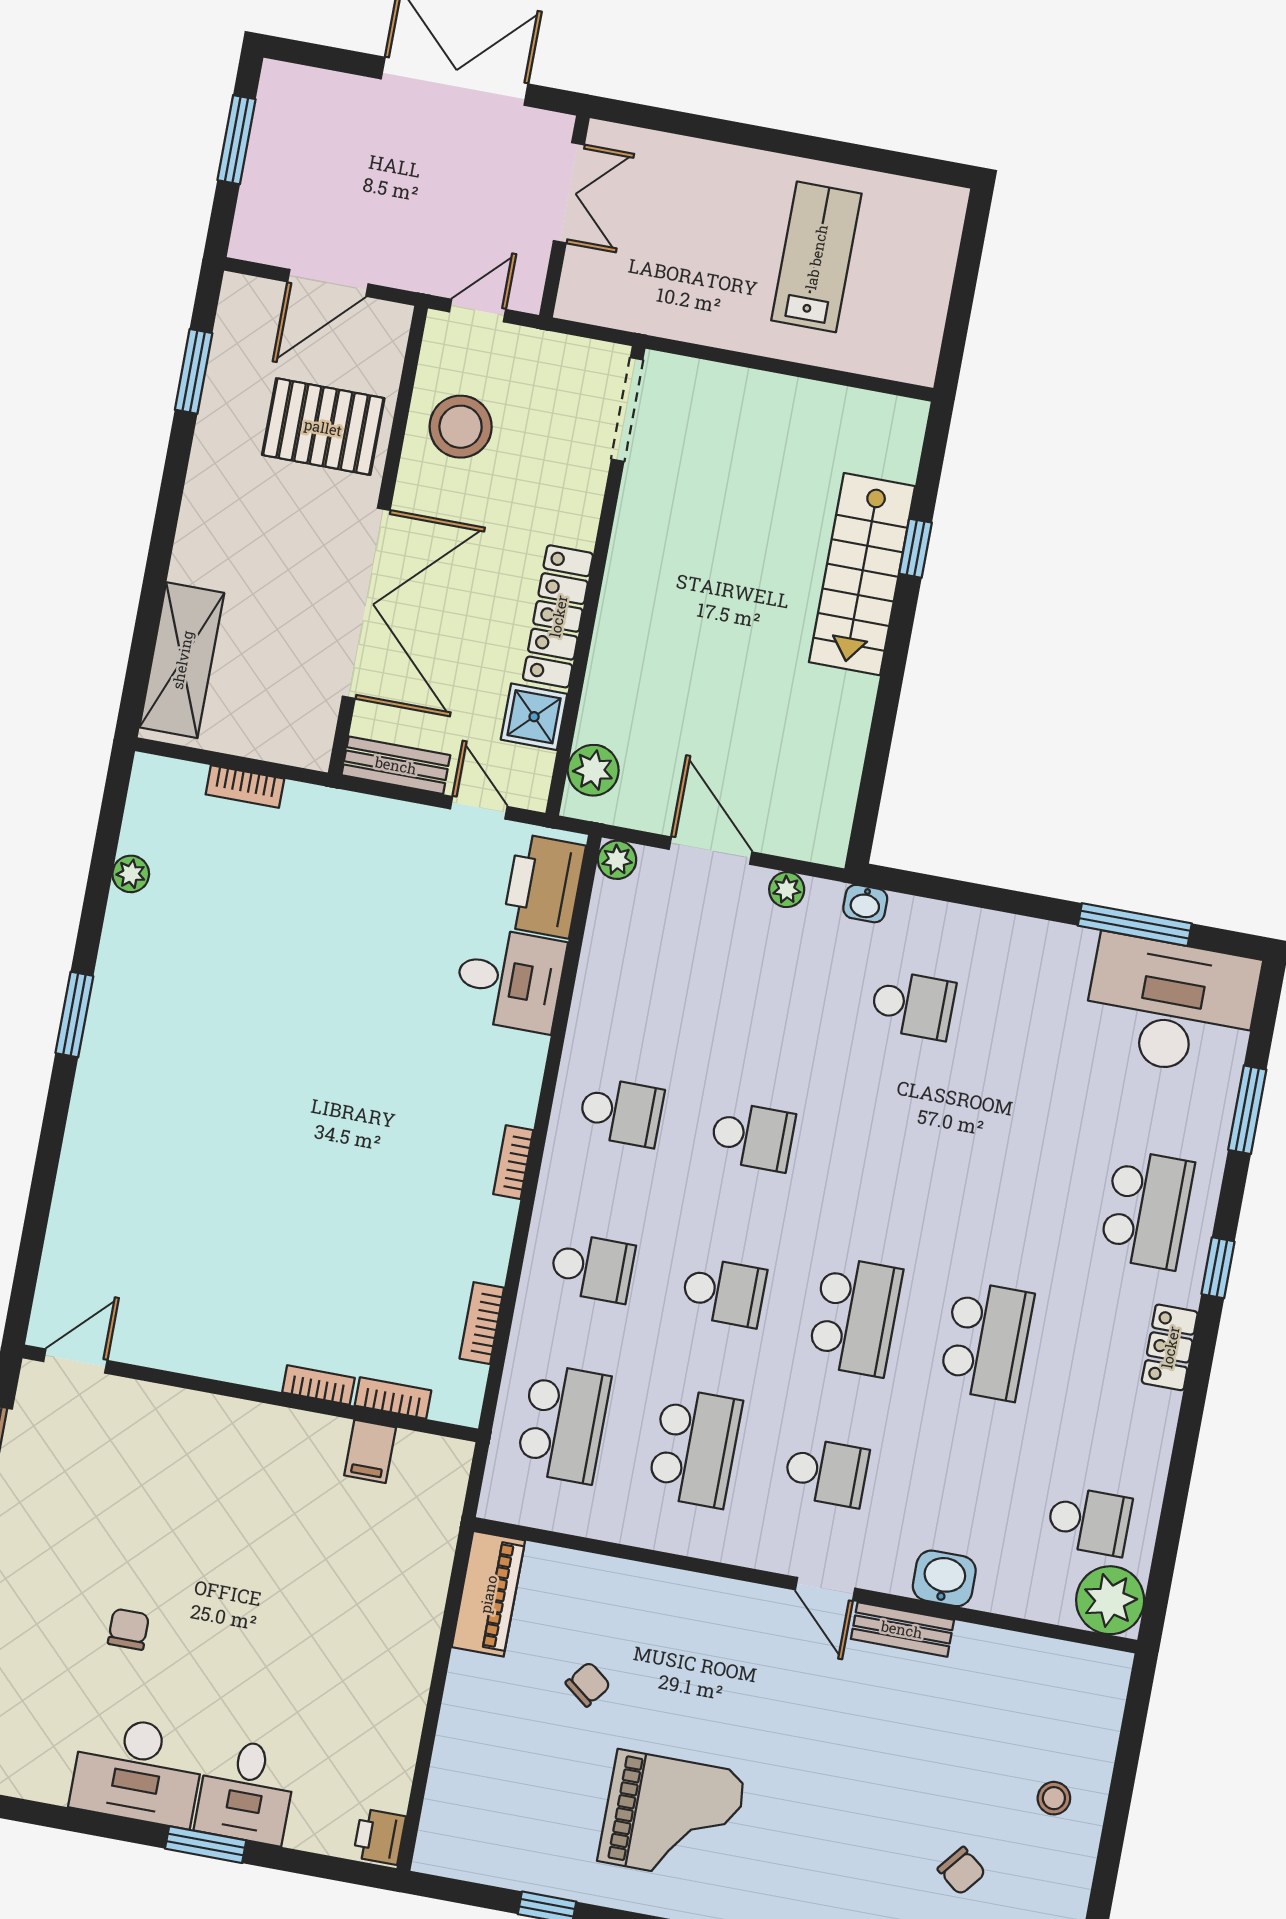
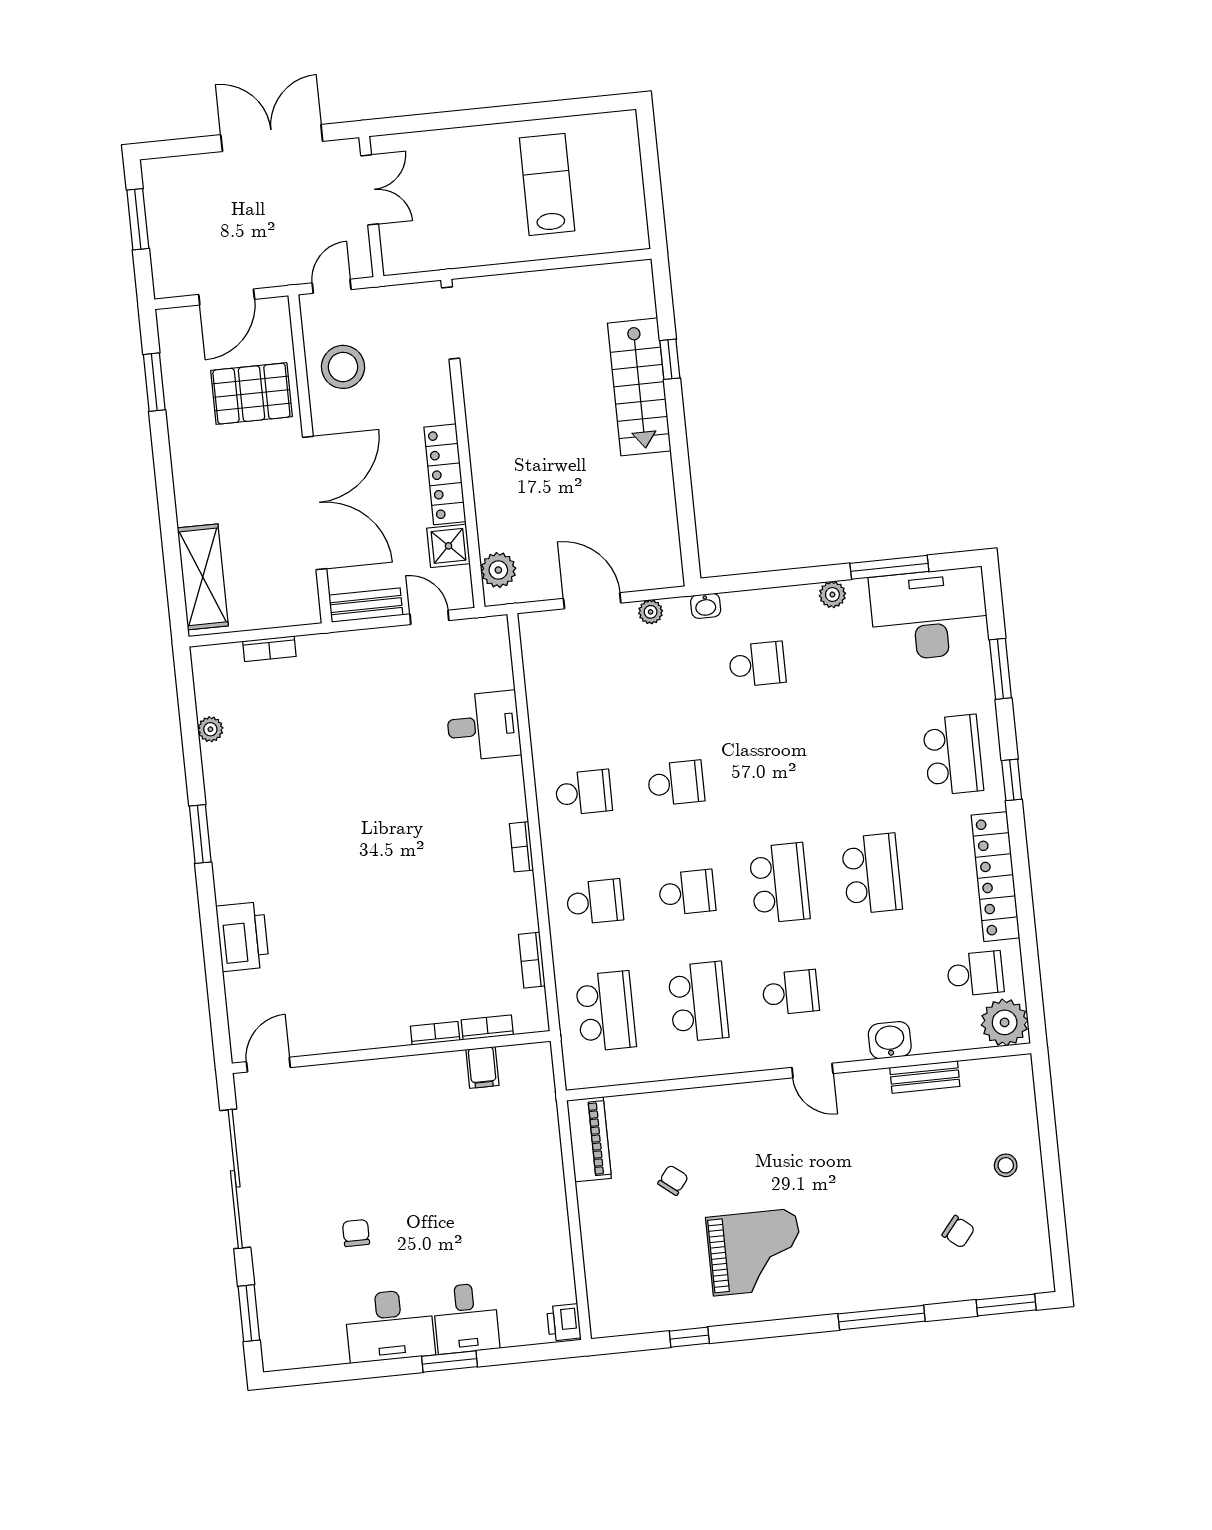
plant: (617, 860) -> (832, 595), moved
printer: (544, 886) -> (242, 937), moved, turned 180
locker: (1170, 1347) -> (995, 877), width x2.16, depth x1.21
bench: (902, 1629) -> (925, 1077), moved

